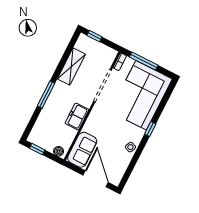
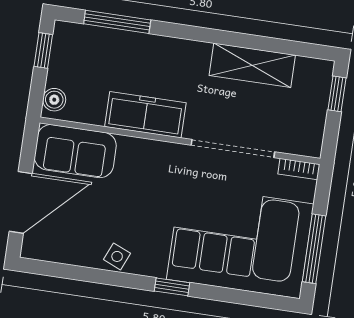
window: (144, 61) -> (314, 249), moved
window: (46, 95) -> (117, 22), moved
freezer: (77, 116) -> (145, 115), width x1.40

